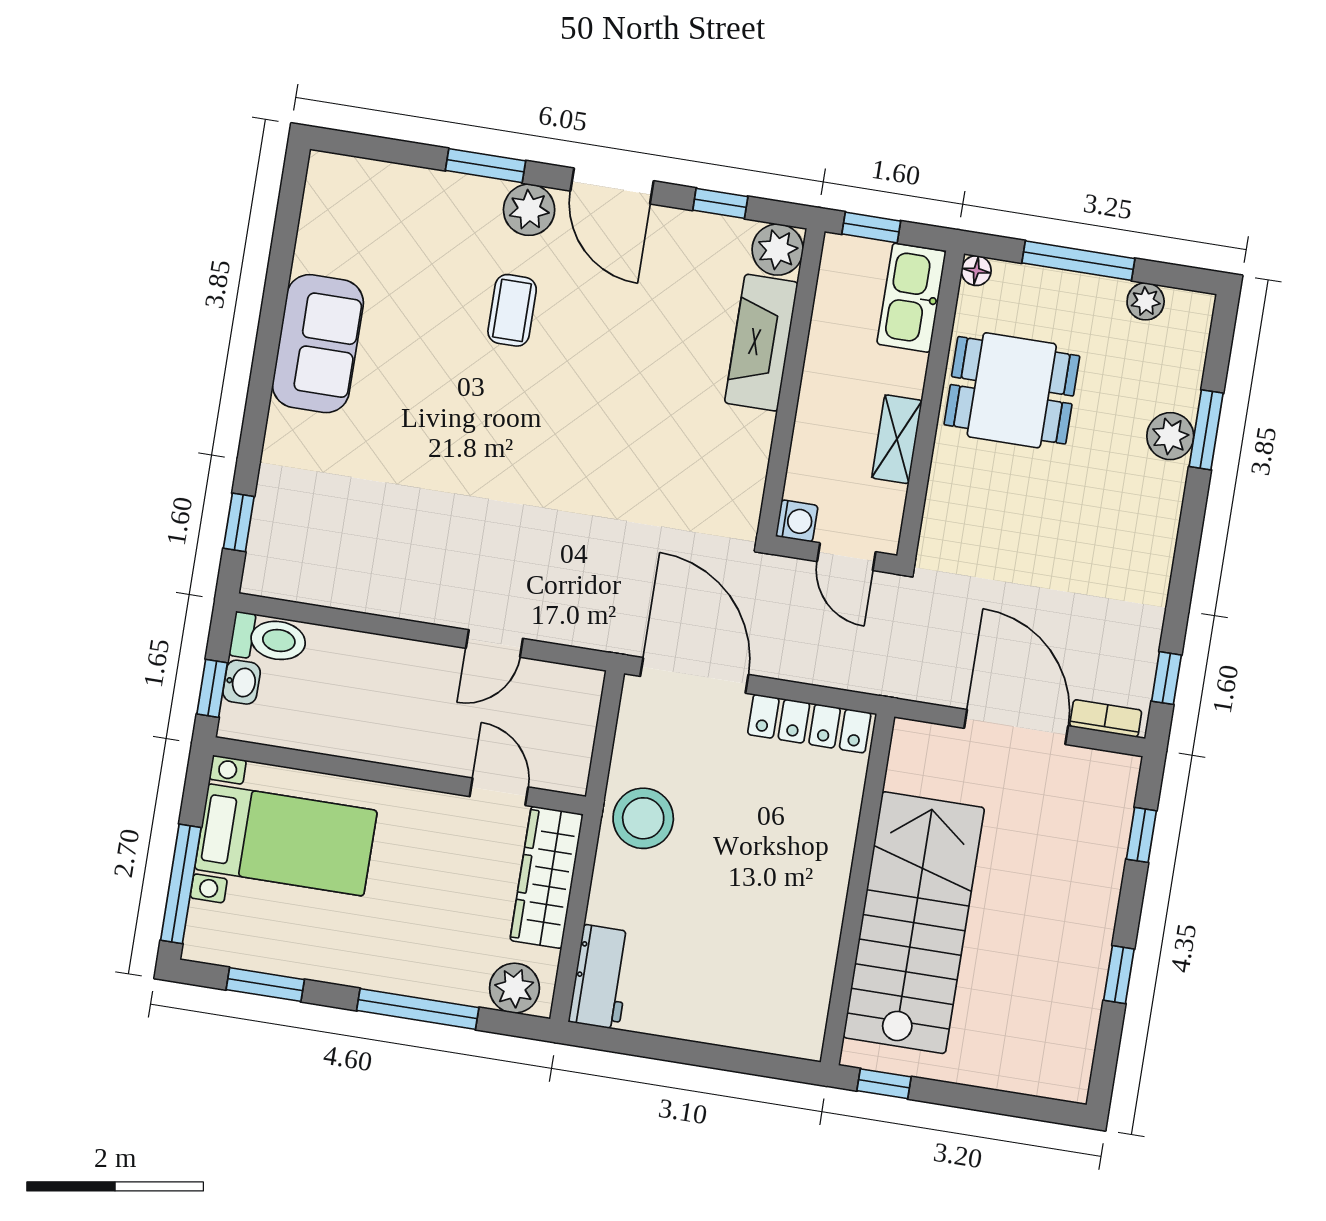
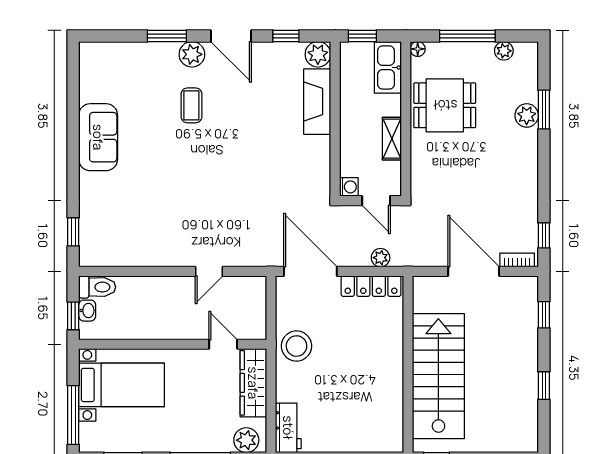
plant: (837, 671) -> (381, 258), added

